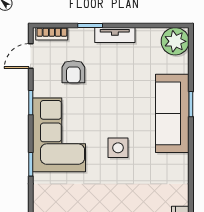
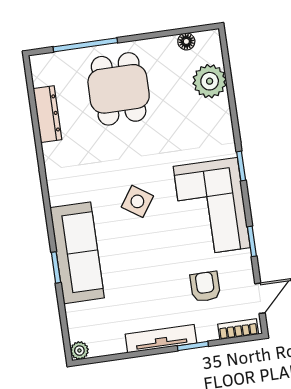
tv unit: (115, 35) -> (161, 339), width x1.41
plant: (175, 41) -> (79, 351), width x0.53, depth x0.53
side table: (118, 148) -> (137, 201), turned 34

